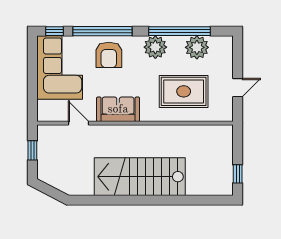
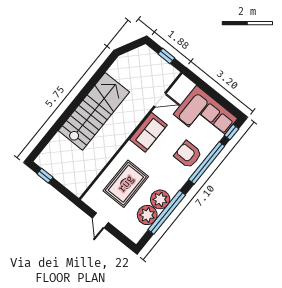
plant: (155, 47) -> (160, 199), moved

